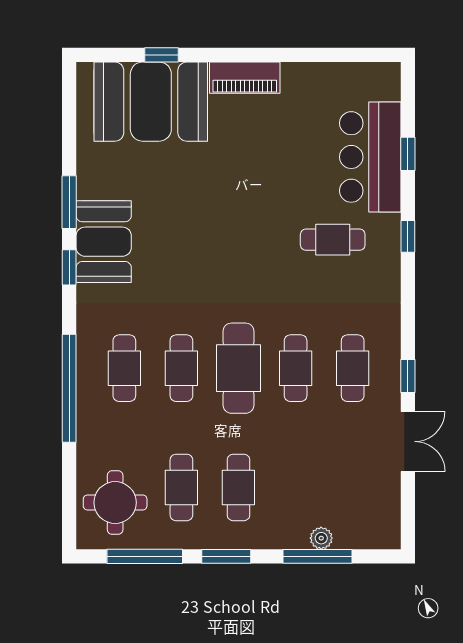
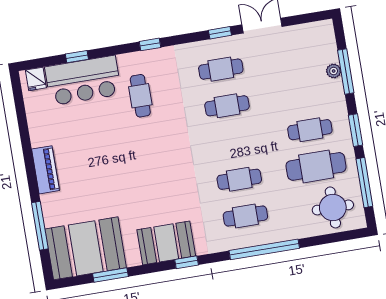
window: (161, 55) -> (40, 226), width x2.17
fridge: (385, 86) -> (36, 79), added
booth: (151, 102) -> (86, 248), moved, turned 90
window: (69, 202) -> (110, 275), moved
window: (408, 236) -> (150, 44), moved
cafe table: (238, 368) -> (233, 143), removed
cafe table: (181, 487) -> (316, 166), width x1.37, depth x1.35

